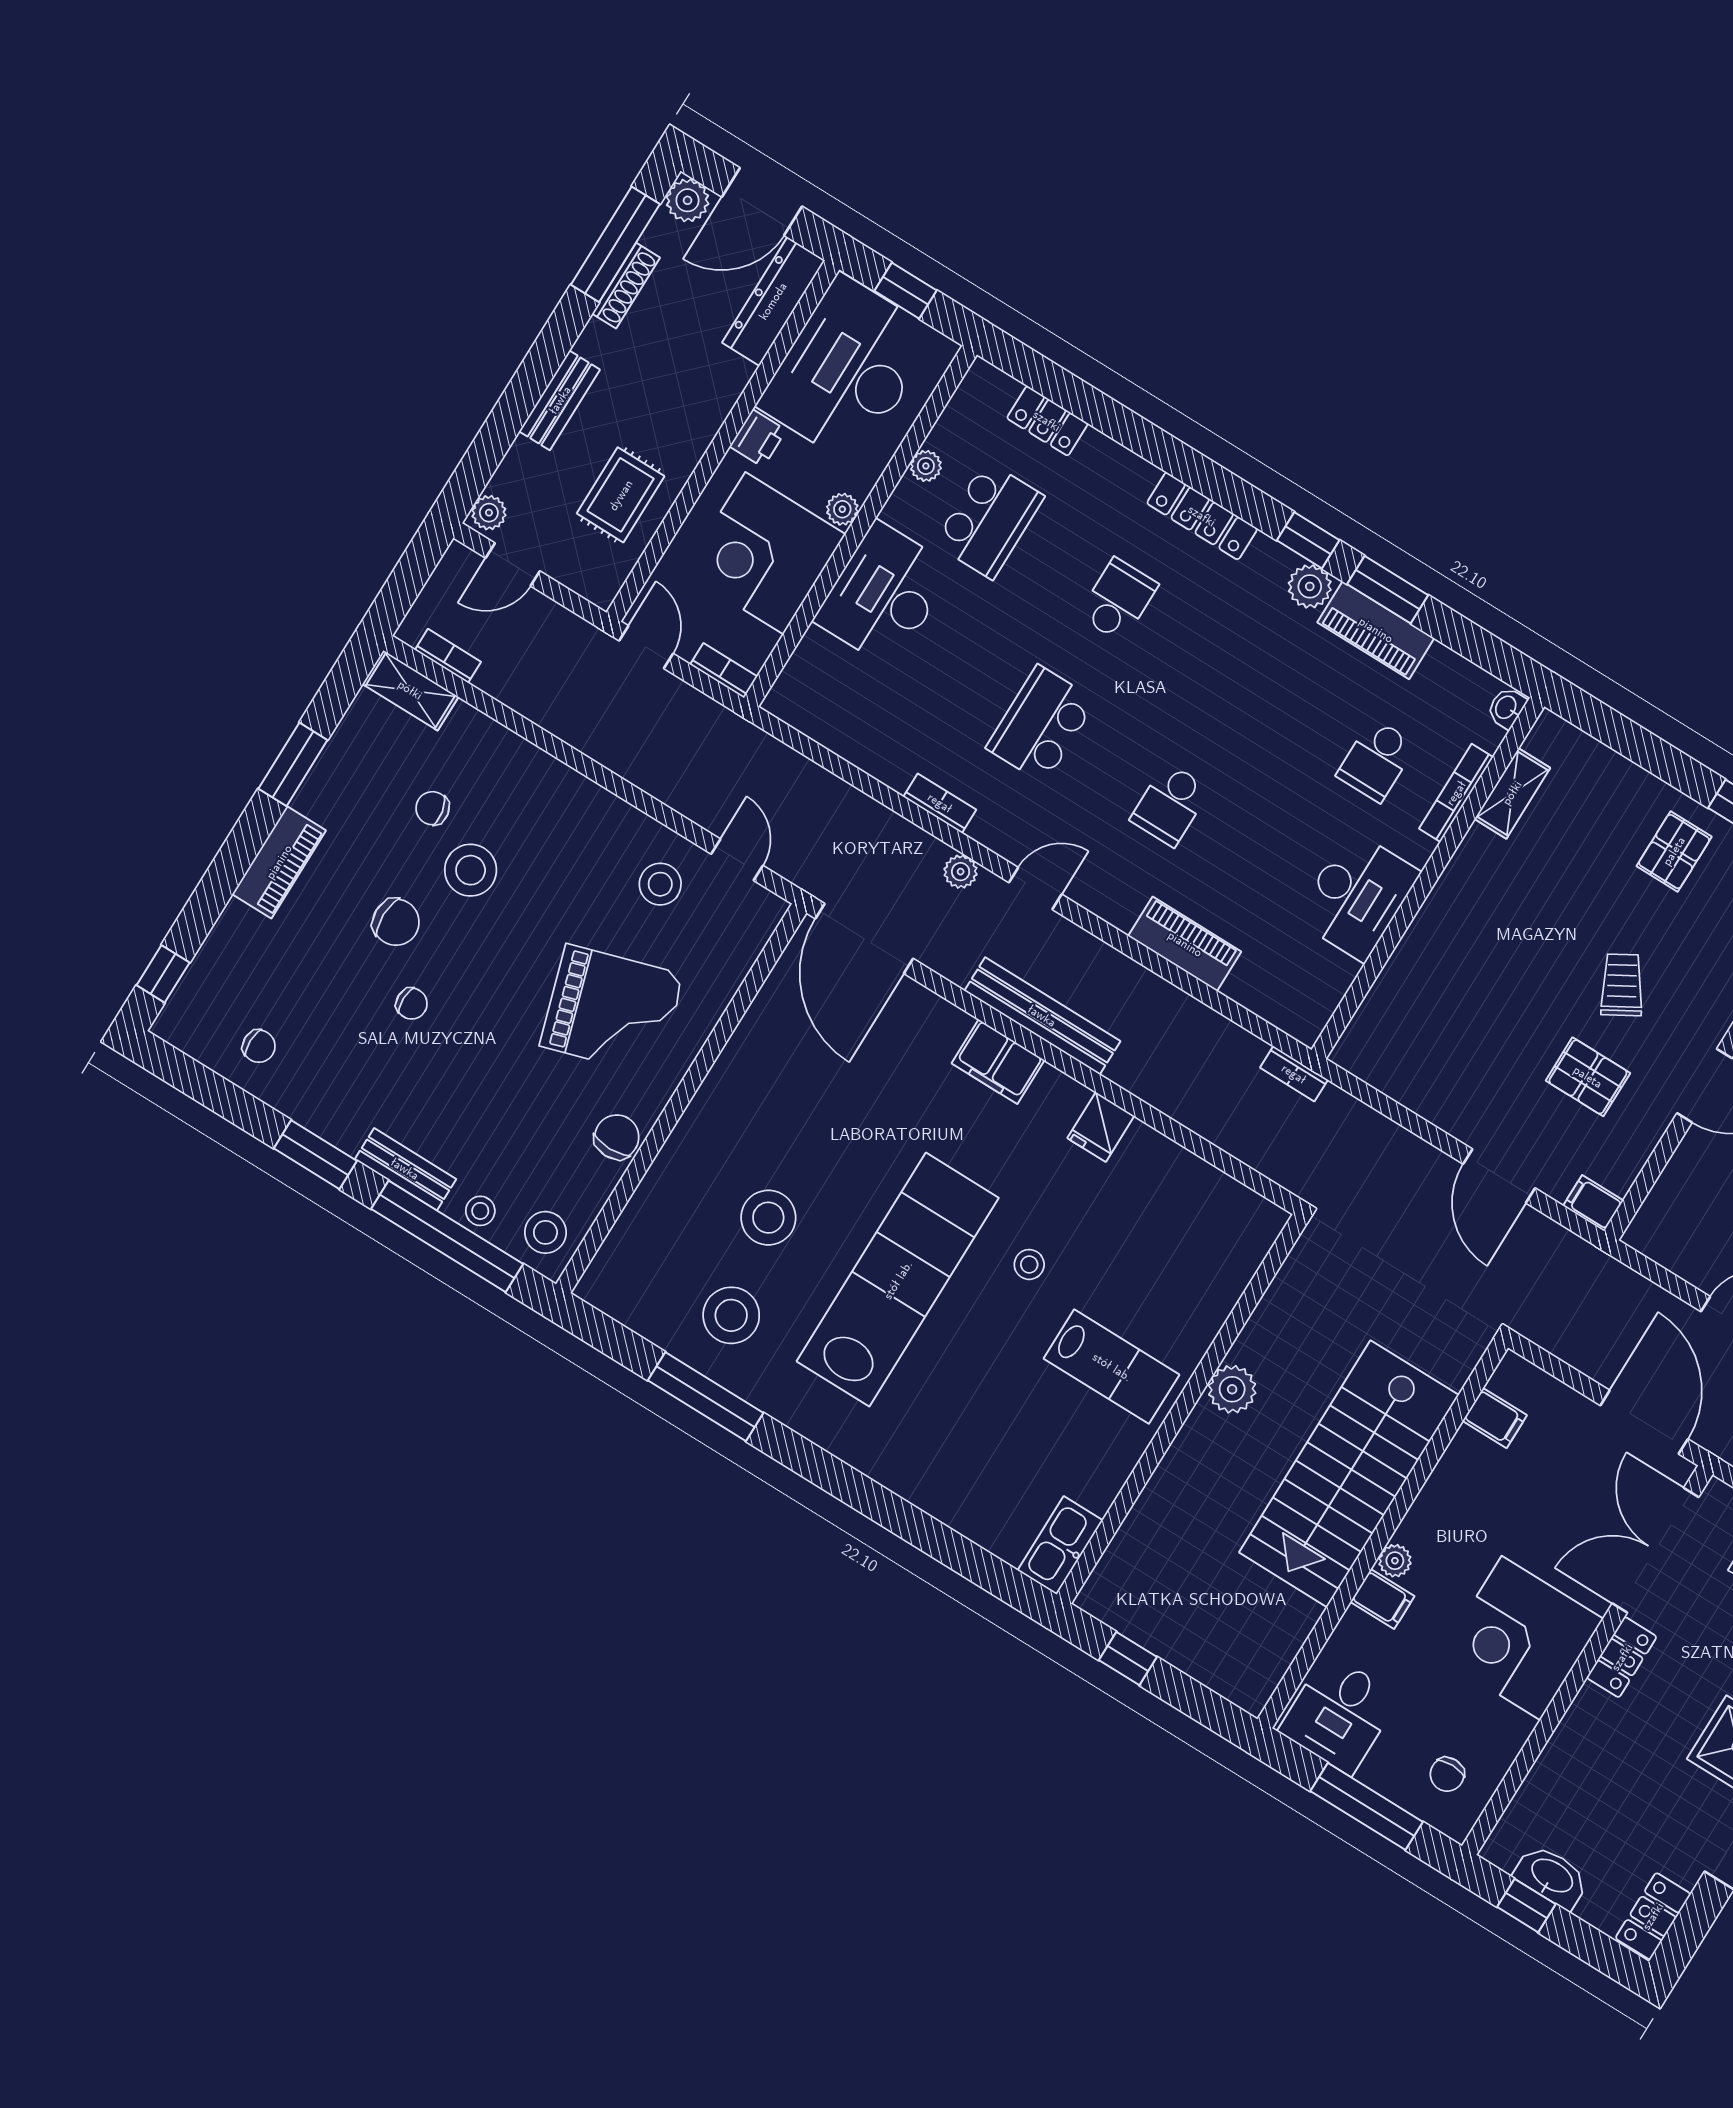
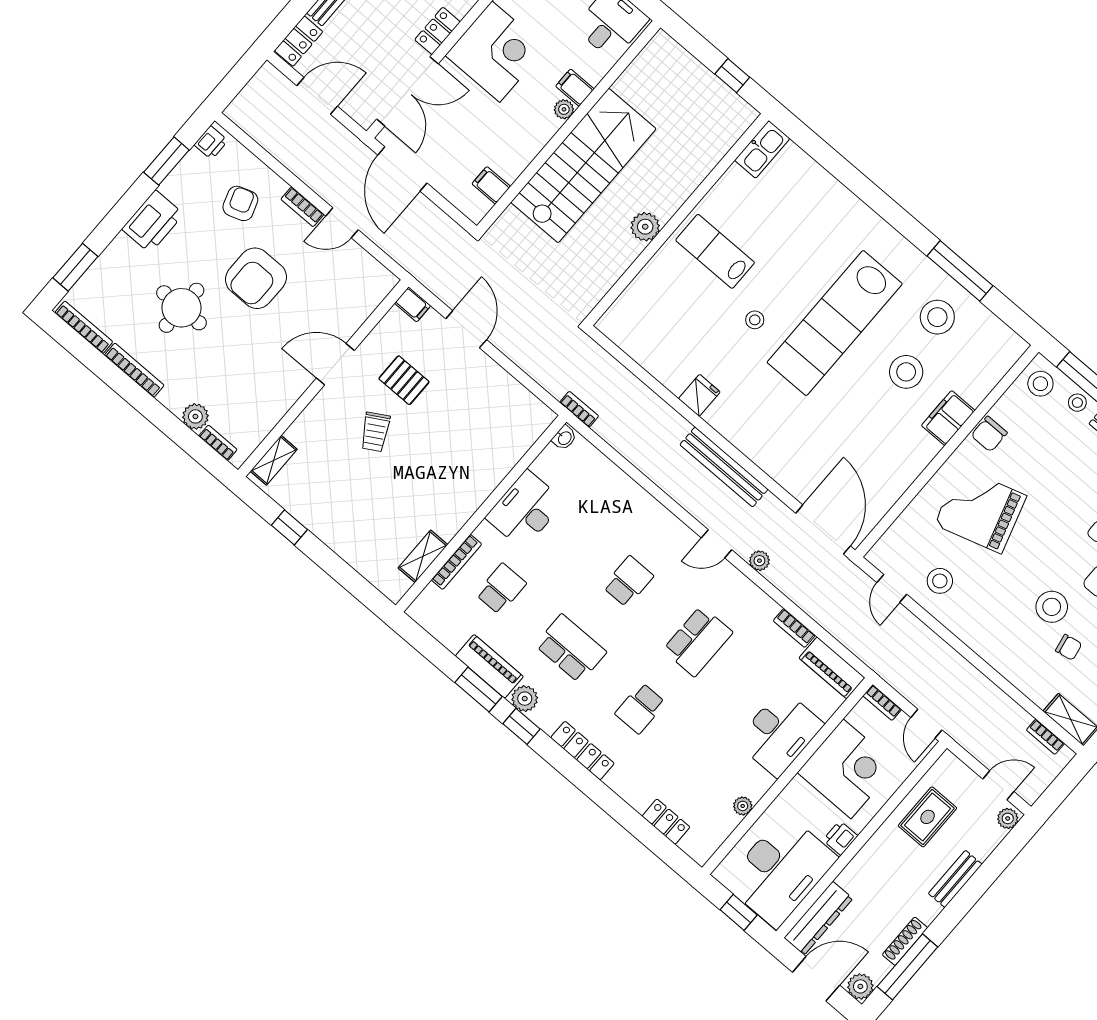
plant: (842, 509) -> (797, 788), removed
school desk: (989, 520) -> (571, 649), moved, turned 90
washbasin: (1506, 708) -> (564, 438), moved
bookcase: (940, 803) -> (794, 628), moved
pallet: (1674, 851) -> (332, 507), removed
piano: (1185, 944) -> (832, 668), moved
filing cabinet: (998, 1062) -> (948, 418), moved, turned -90

